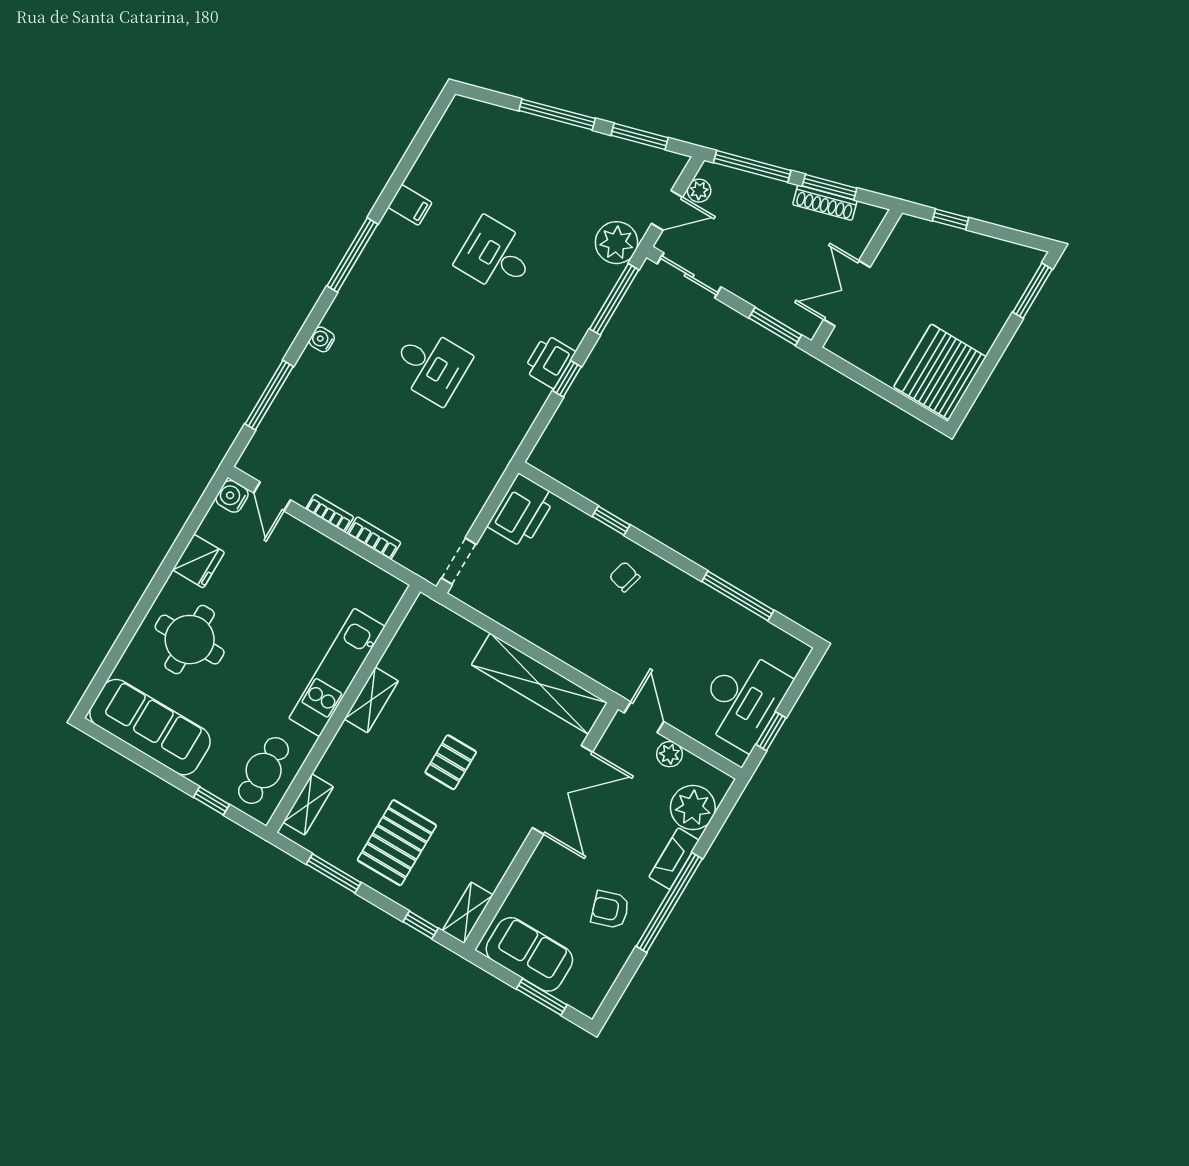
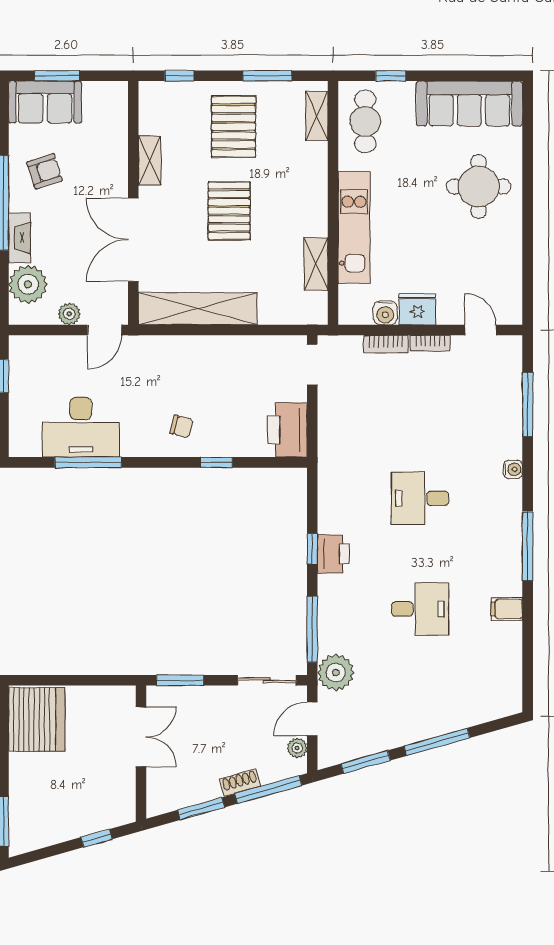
shoe rack: (825, 203) -> (240, 783), moved, width x0.70
water cooler: (232, 496) -> (385, 313), moved, turned 90
fridge: (199, 561) -> (417, 309), moved, turned 90
shelving: (371, 700) -> (316, 264), moved
desk: (743, 700) -> (81, 427), moved, turned -90
door: (644, 717) -> (105, 330), hinge flipped
pallet: (451, 762) -> (229, 211), width x1.50, depth x1.42
shelving: (468, 913) -> (150, 161), moved
sofa: (529, 954) -> (45, 102), moved

